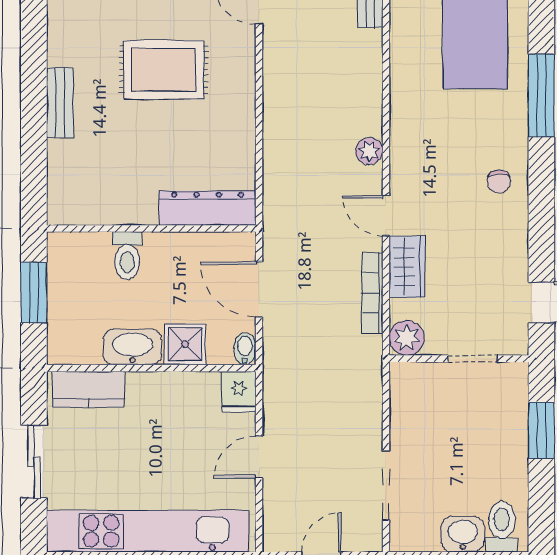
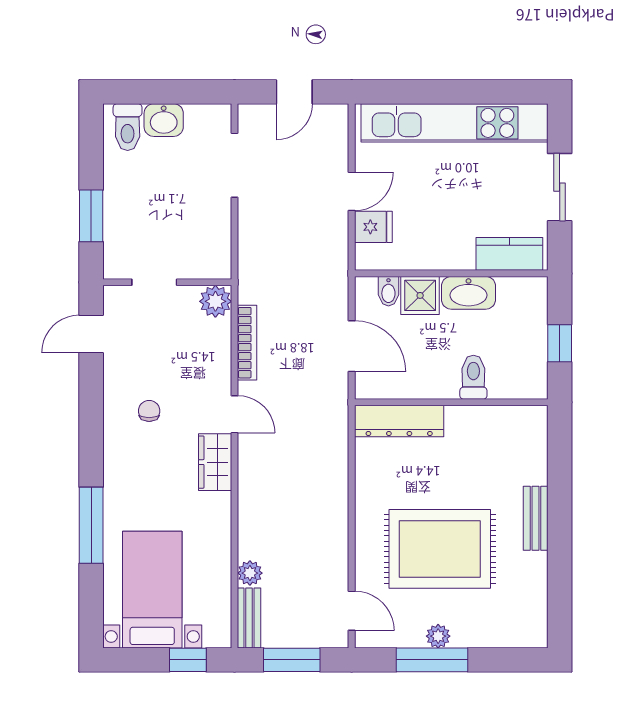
rug: (164, 70) -> (440, 549), width x1.37, depth x1.44
plant: (369, 151) -> (250, 573), moved
chair: (499, 181) -> (149, 411), moved
wardrobe: (407, 267) -> (215, 462), moved
window: (34, 293) -> (560, 343), width x0.67
bidet: (245, 349) -> (388, 291), moved
fridge: (239, 392) -> (373, 227), moved, turned 90

